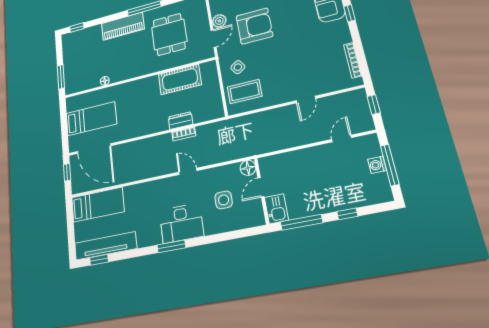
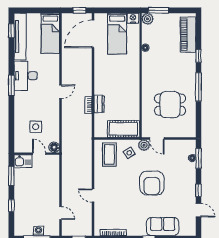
plant: (219, 21) -> (144, 145), moved
piano: (123, 26) -> (188, 35), moved
armchair: (254, 26) -> (152, 183), moved
window: (77, 27) -> (198, 56), moved
cot: (180, 79) -> (123, 129), moved, turned 90
plant: (71, 87) -> (147, 19), added
nightstand: (72, 104) -> (133, 18), added
door: (188, 171) -> (61, 92), moved
window: (301, 222) -> (11, 176), width x0.69
desk: (181, 223) -> (26, 76), moved

